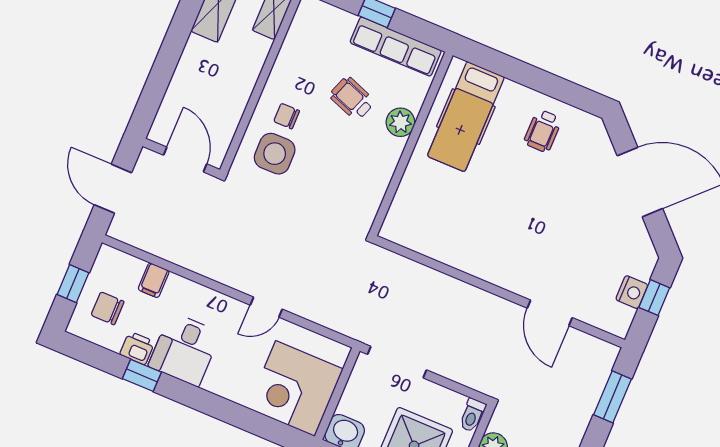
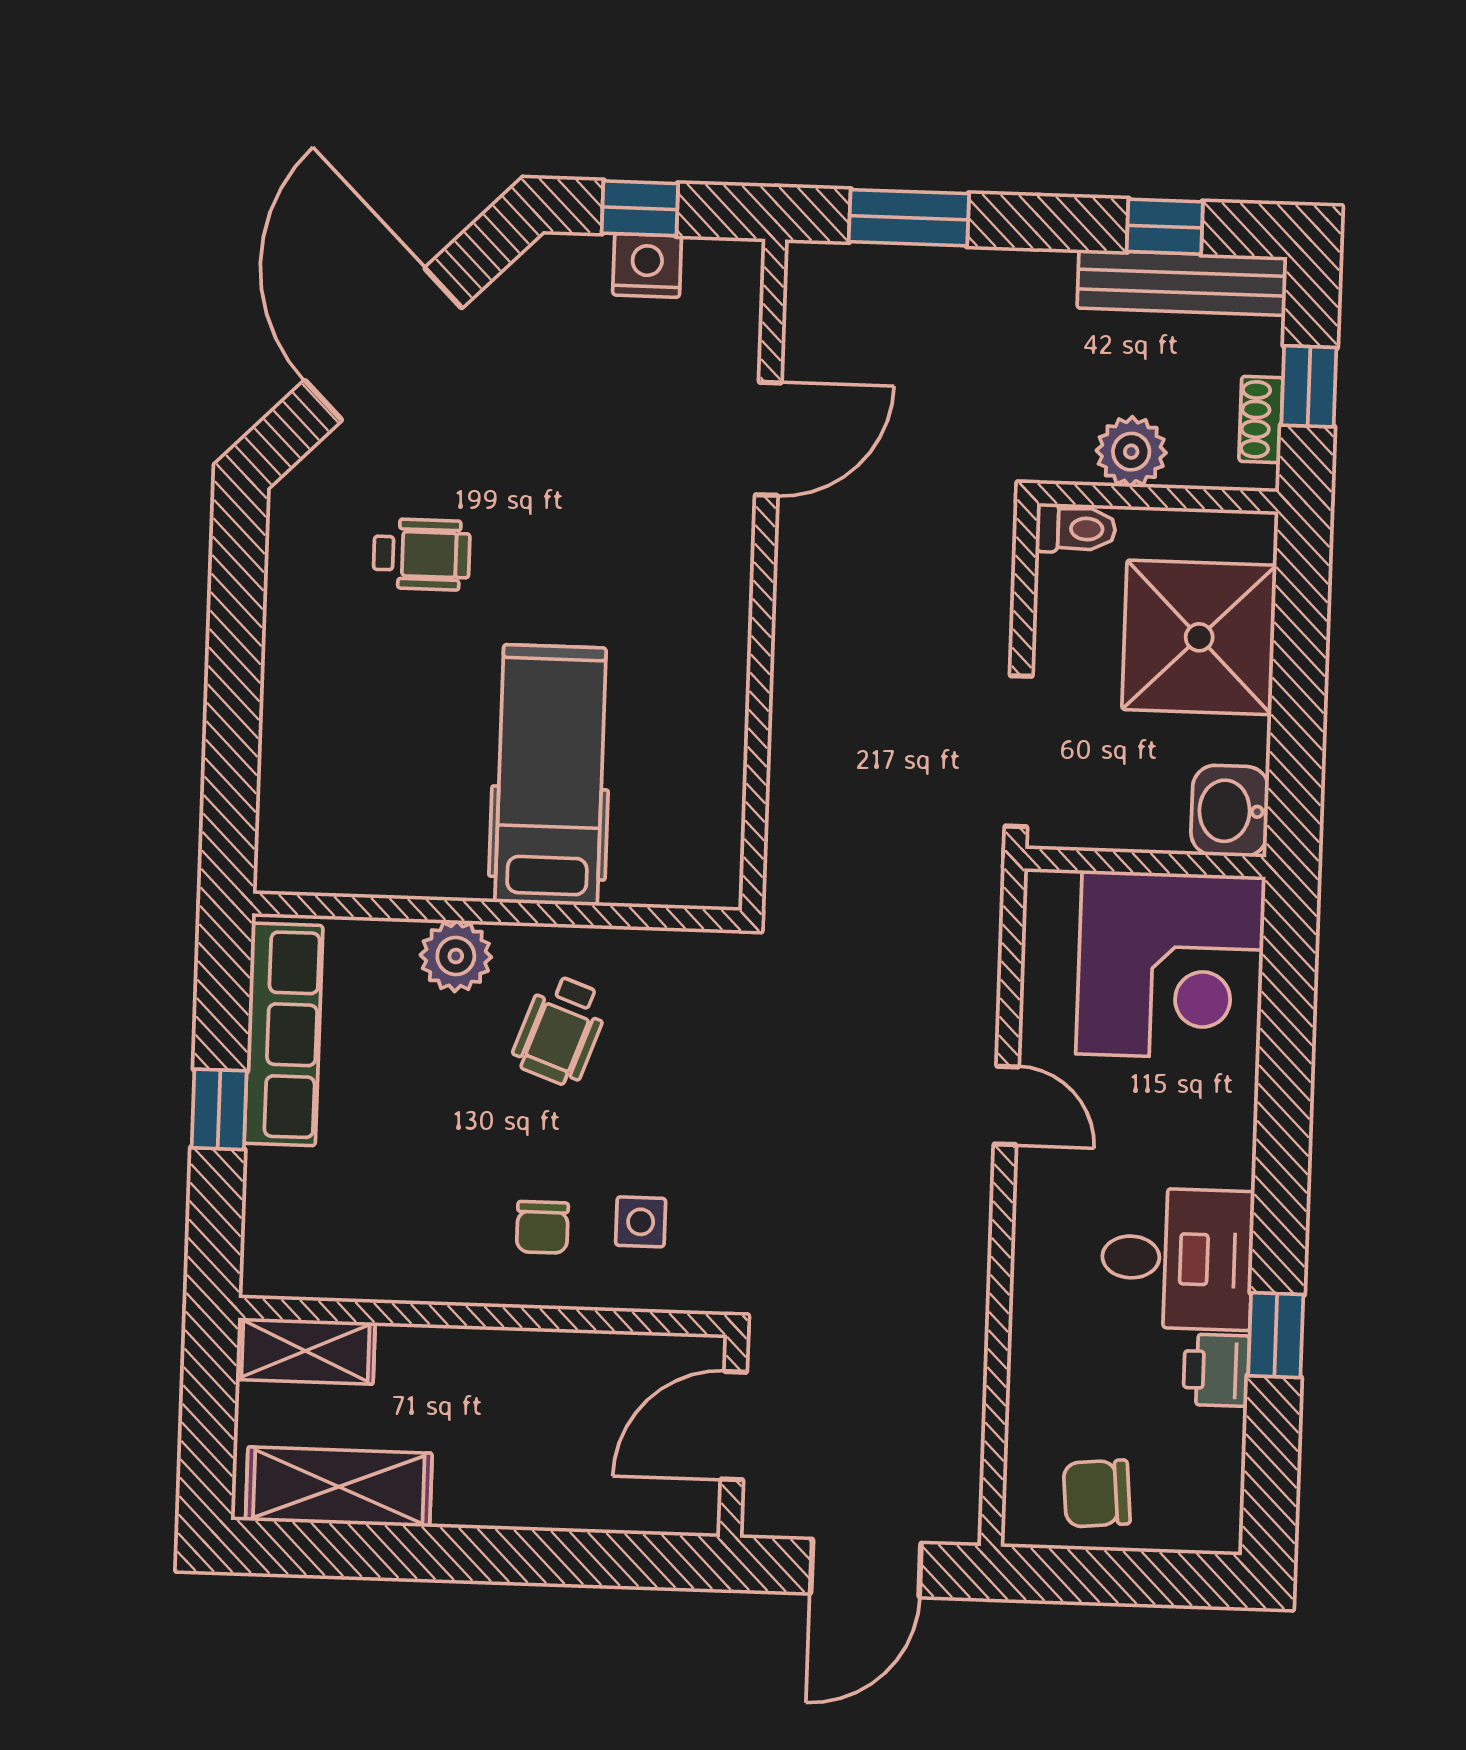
wheelchair: (352, 98) -> (560, 1030), moved
hospital bed: (466, 117) -> (550, 775), moved, turned -90
wheelchair: (543, 131) -> (422, 554), moved
side table: (275, 154) -> (641, 1222), width x0.54, depth x0.54
filing cabinet: (154, 280) -> (1043, 1392), removed
window: (73, 284) -> (1123, 1577), removed
chair: (108, 308) -> (1097, 1493), moved, turned 85

